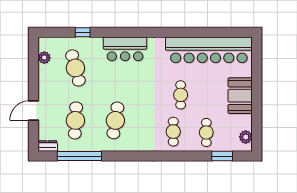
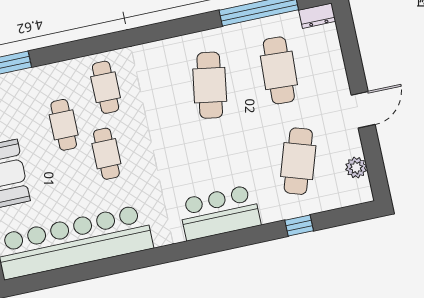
cafe table: (75, 68) -> (298, 161), turned 33
door: (34, 111) -> (363, 110), moved
cafe table: (206, 132) -> (64, 125), moved

